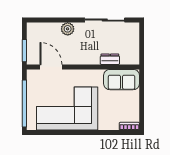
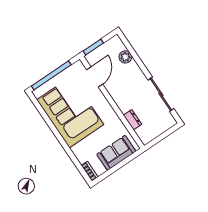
plant: (68, 29) -> (125, 57), moved
sofa: (122, 80) -> (116, 153), moved, turned 90

